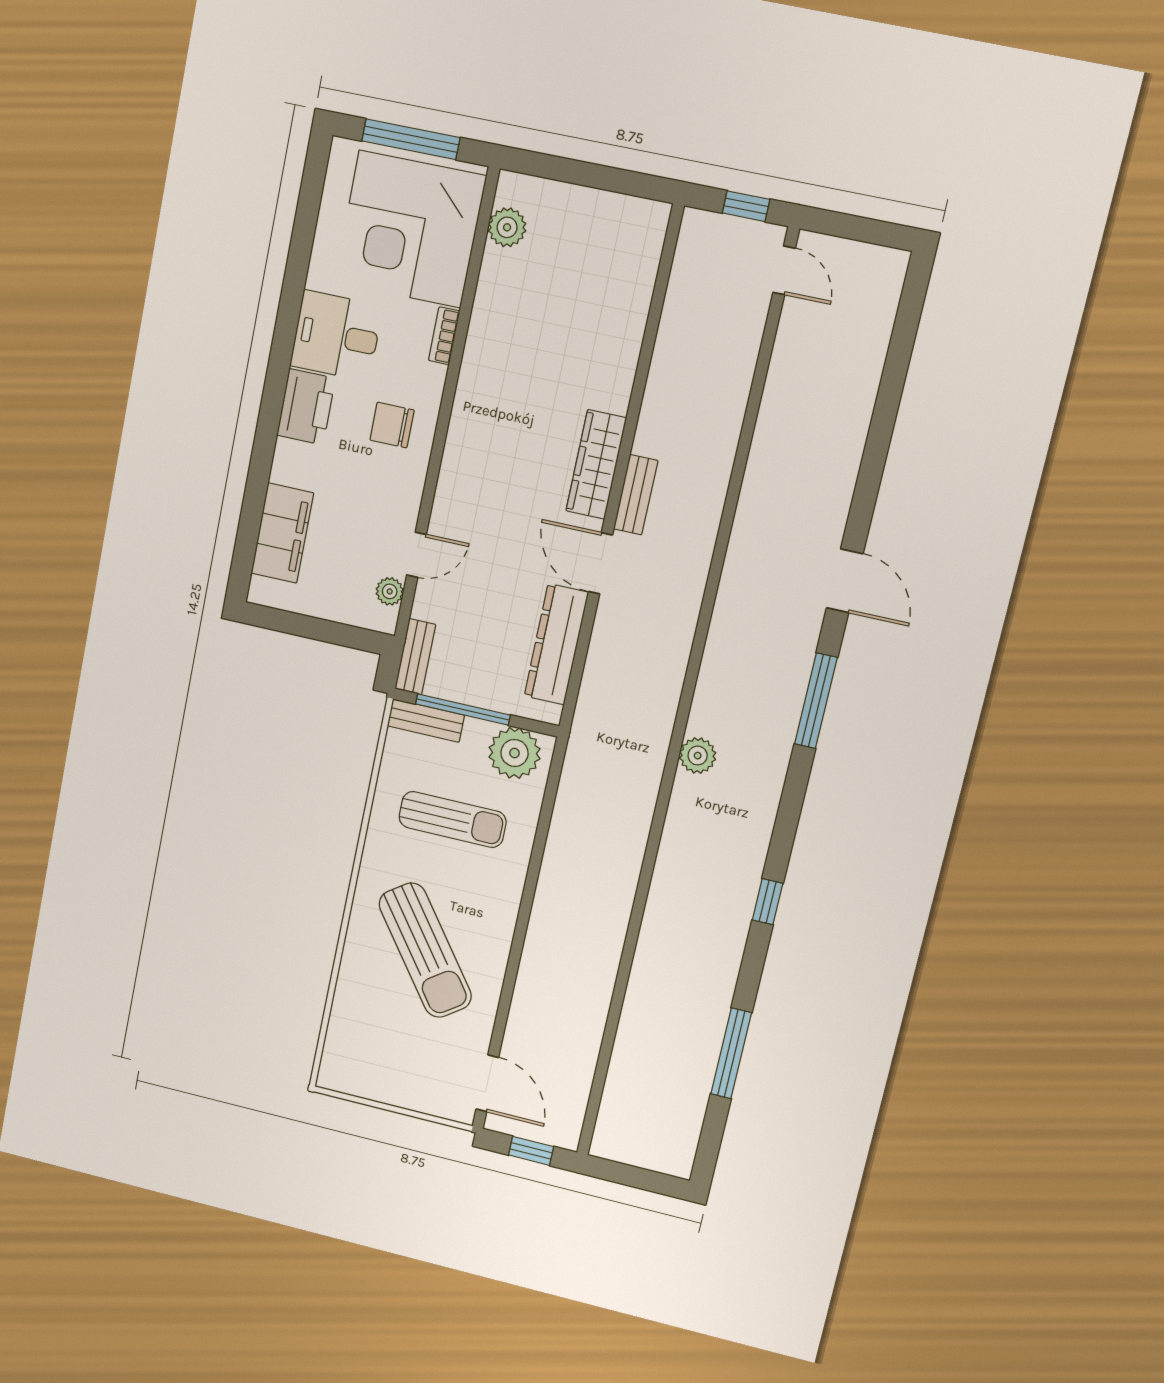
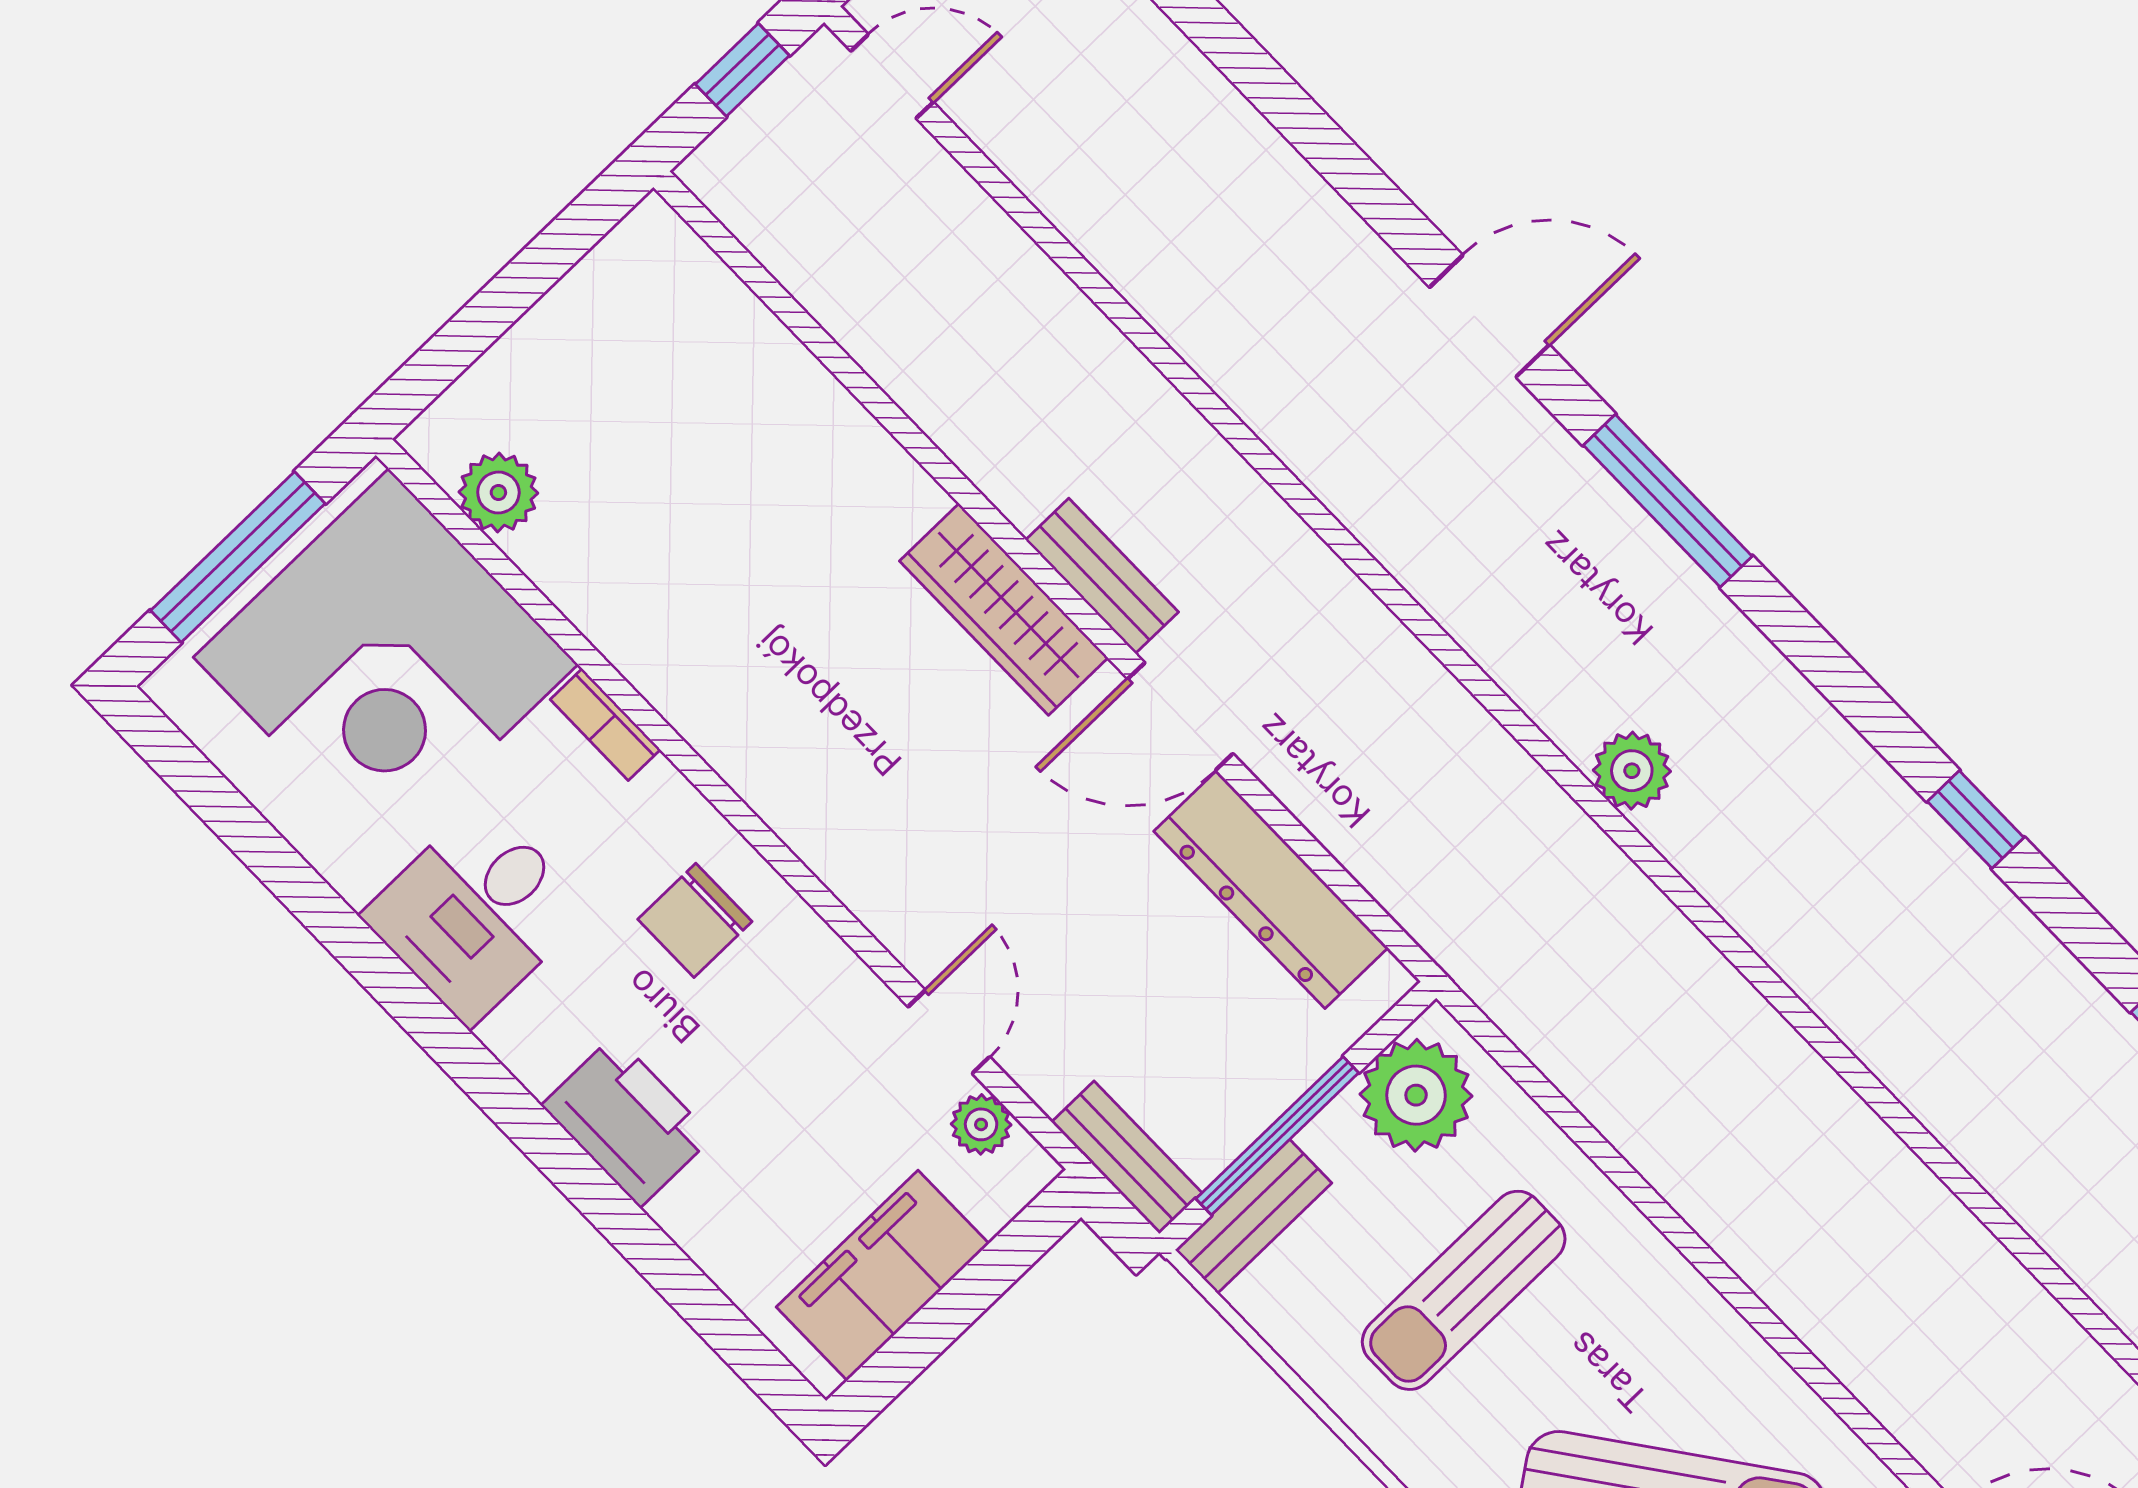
printer: (306, 407) -> (627, 1121), moved
filing cabinet: (282, 533) -> (883, 1275), moved, turned -90
sun lounger: (452, 819) -> (1464, 1290), turned 180

